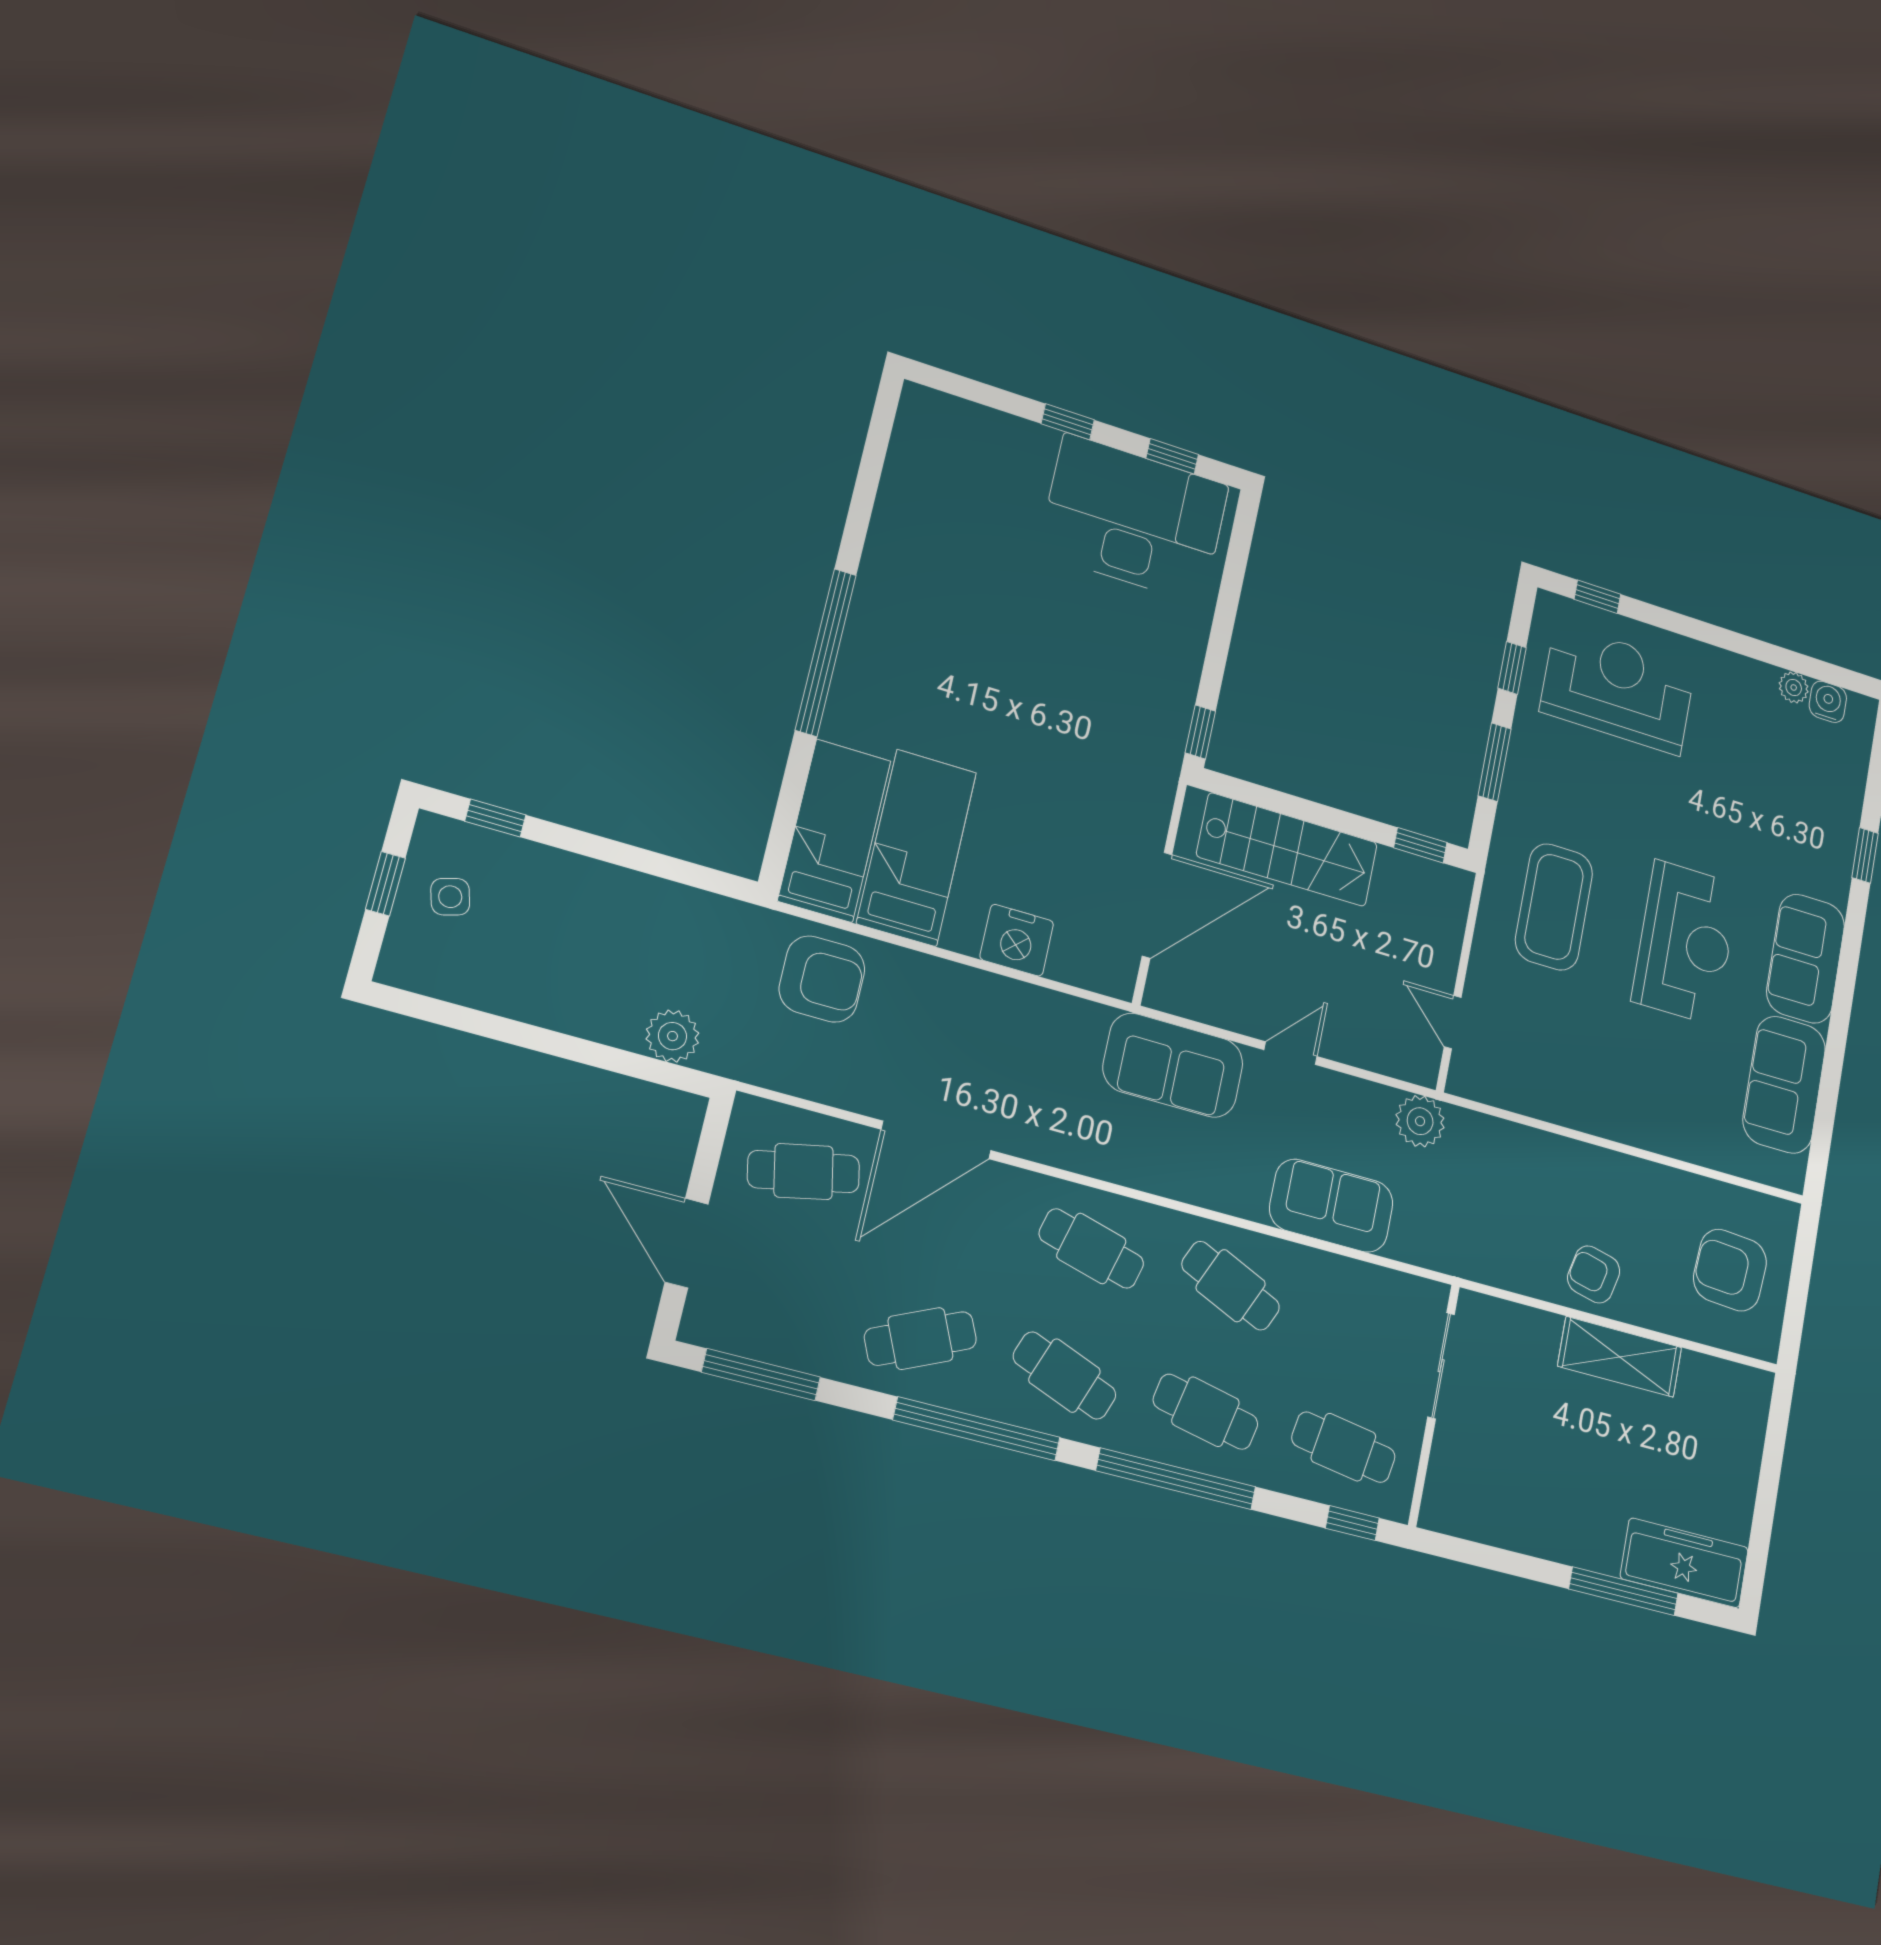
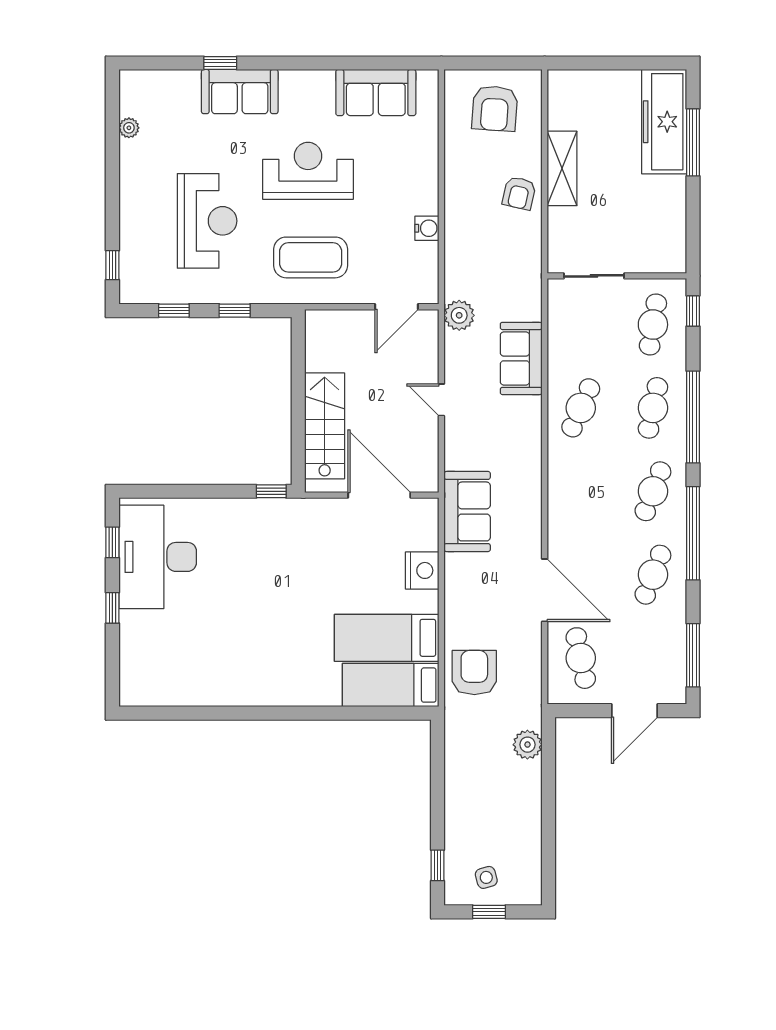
window: (826, 652) -> (292, 713), removed
reception desk: (1618, 689) -> (207, 221), moved, turned 180
water cooler: (1828, 702) -> (427, 228), moved, turned 180
window: (1495, 762) -> (235, 311), width x0.67
window: (1420, 845) -> (298, 347), removed
sofa: (1806, 959) -> (240, 92), moved
door: (1453, 1022) -> (396, 307), width x1.38
sofa: (1173, 1065) -> (467, 511), moved
cafe table: (1091, 1248) -> (581, 491), removed
cafe table: (920, 1339) -> (653, 575), turned 45
freezer: (1684, 1563) -> (664, 122), width x1.36, depth x1.26

